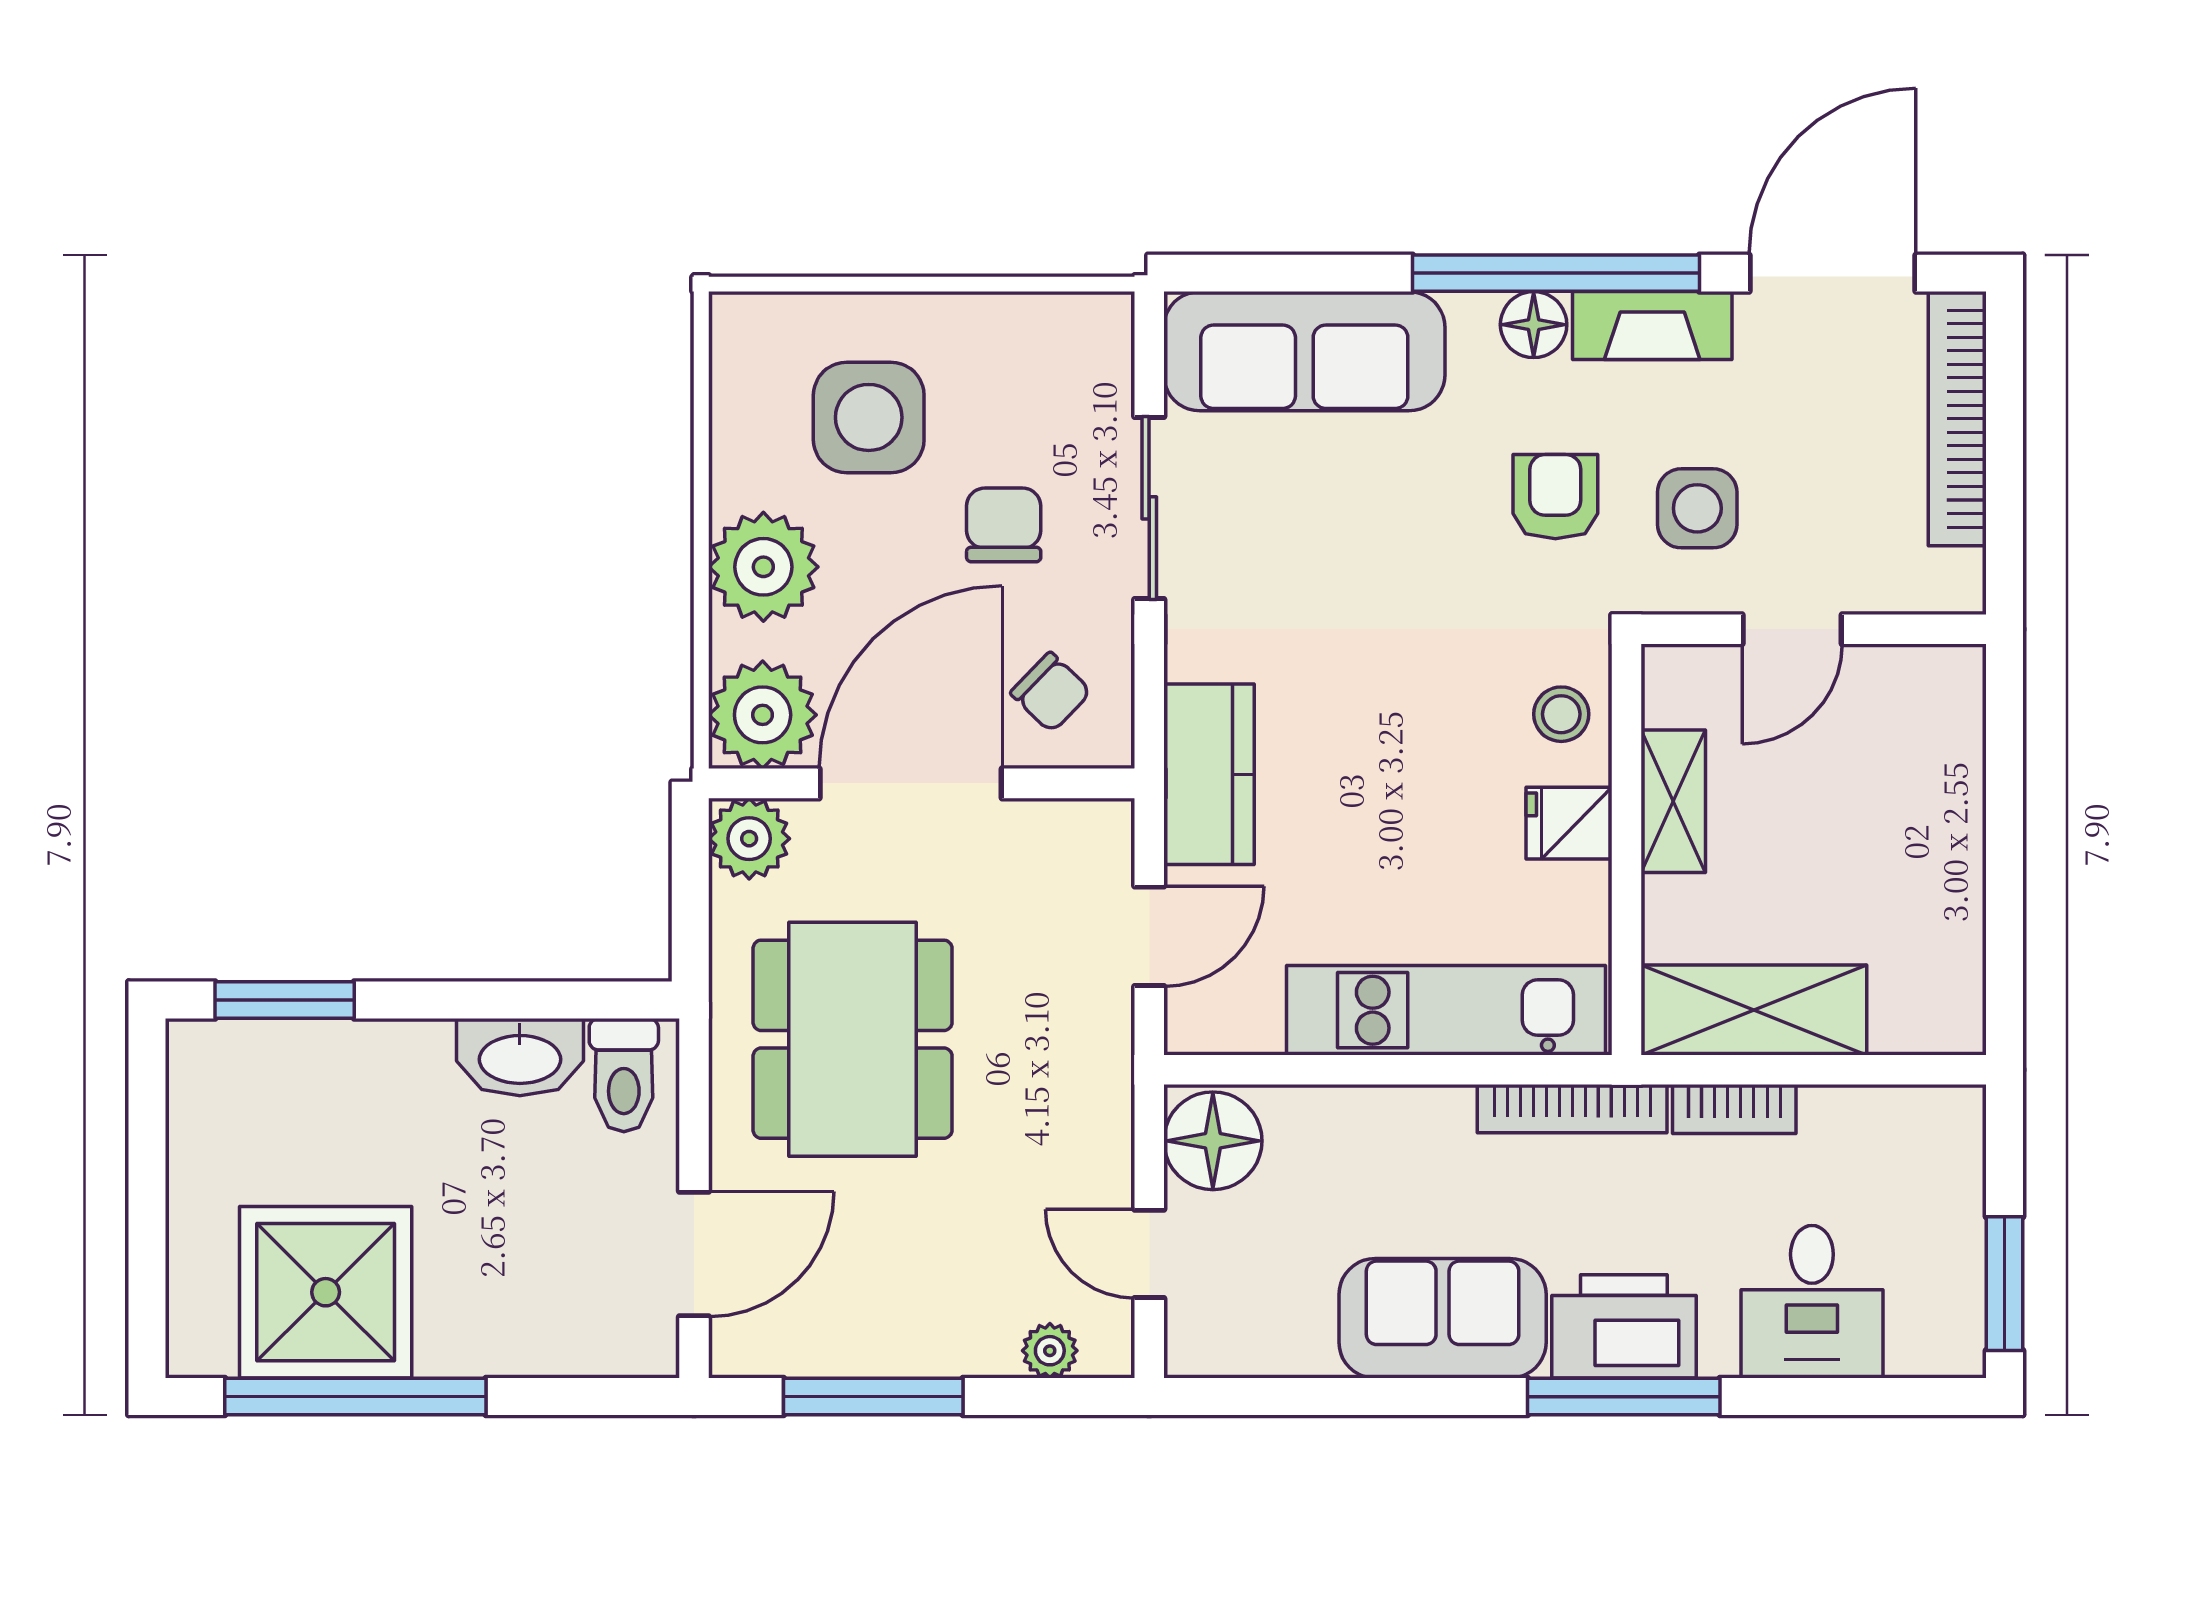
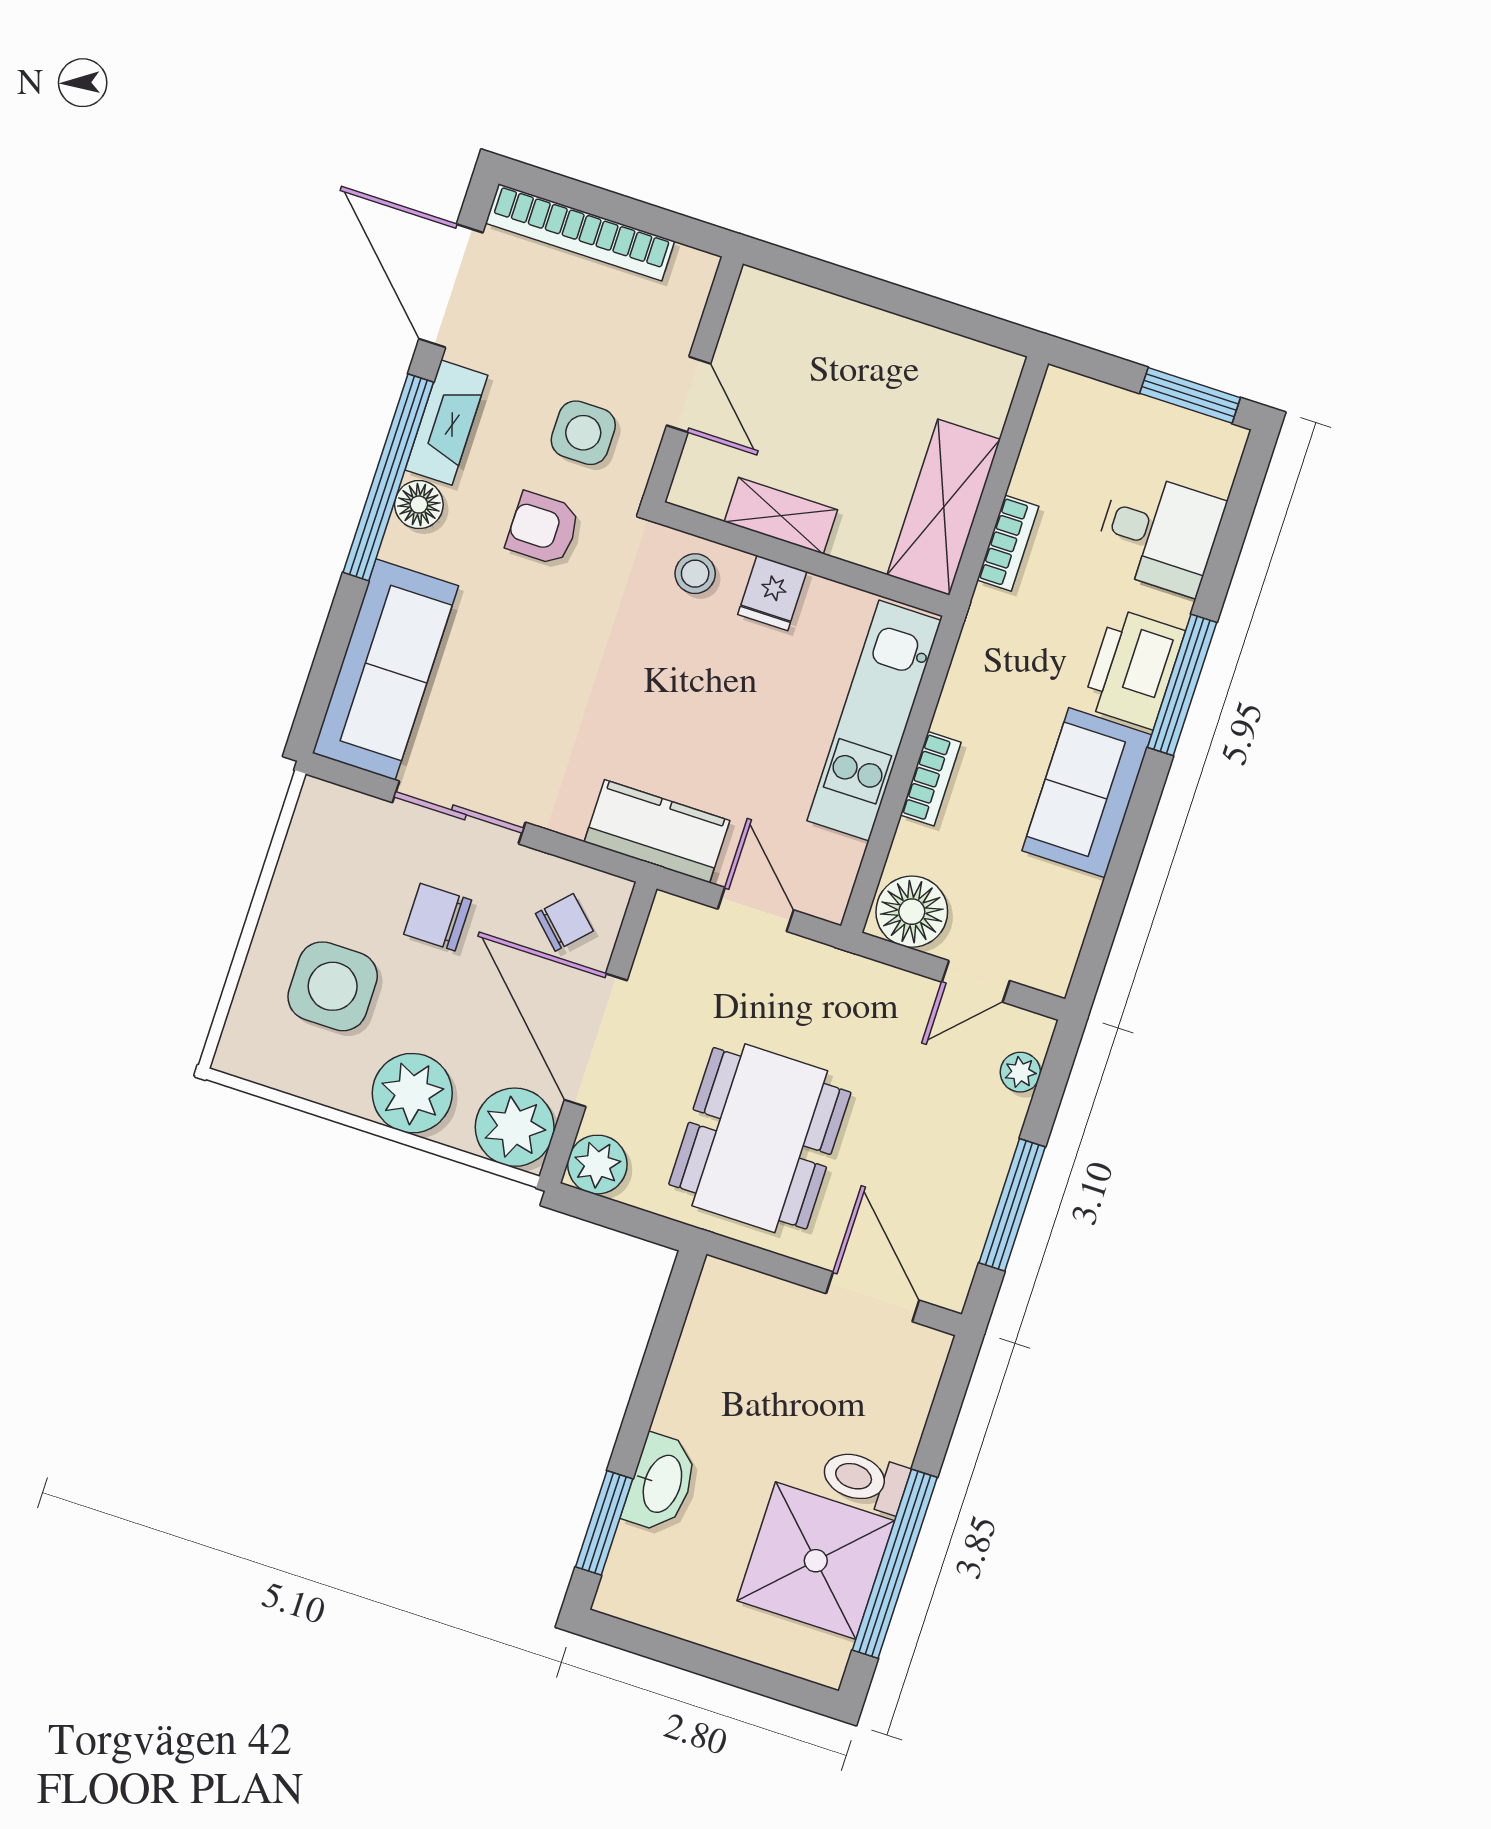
dining table: (853, 1039) -> (760, 1138), turned 90
washbasin: (520, 1057) -> (661, 1483), moved
toilet: (624, 1075) -> (865, 1480), moved, turned 180
bookcase: (1572, 1109) -> (931, 779), moved, width x0.64

